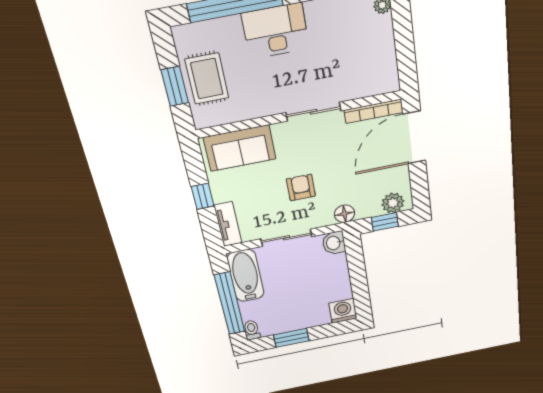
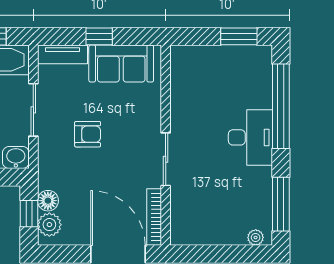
rug: (207, 79) -> (218, 67), removed
window: (175, 86) -> (239, 36), moved
sofa: (240, 148) -> (121, 64), moved, turned -90
floor lamp: (345, 214) -> (48, 201), moved

